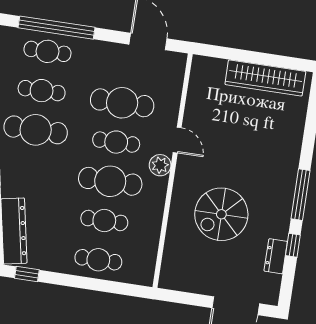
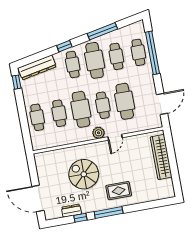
wardrobe: (265, 78) -> (161, 157), moved
rug: (269, 165) -> (119, 191), added
cafe table: (30, 169) -> (73, 64), added

